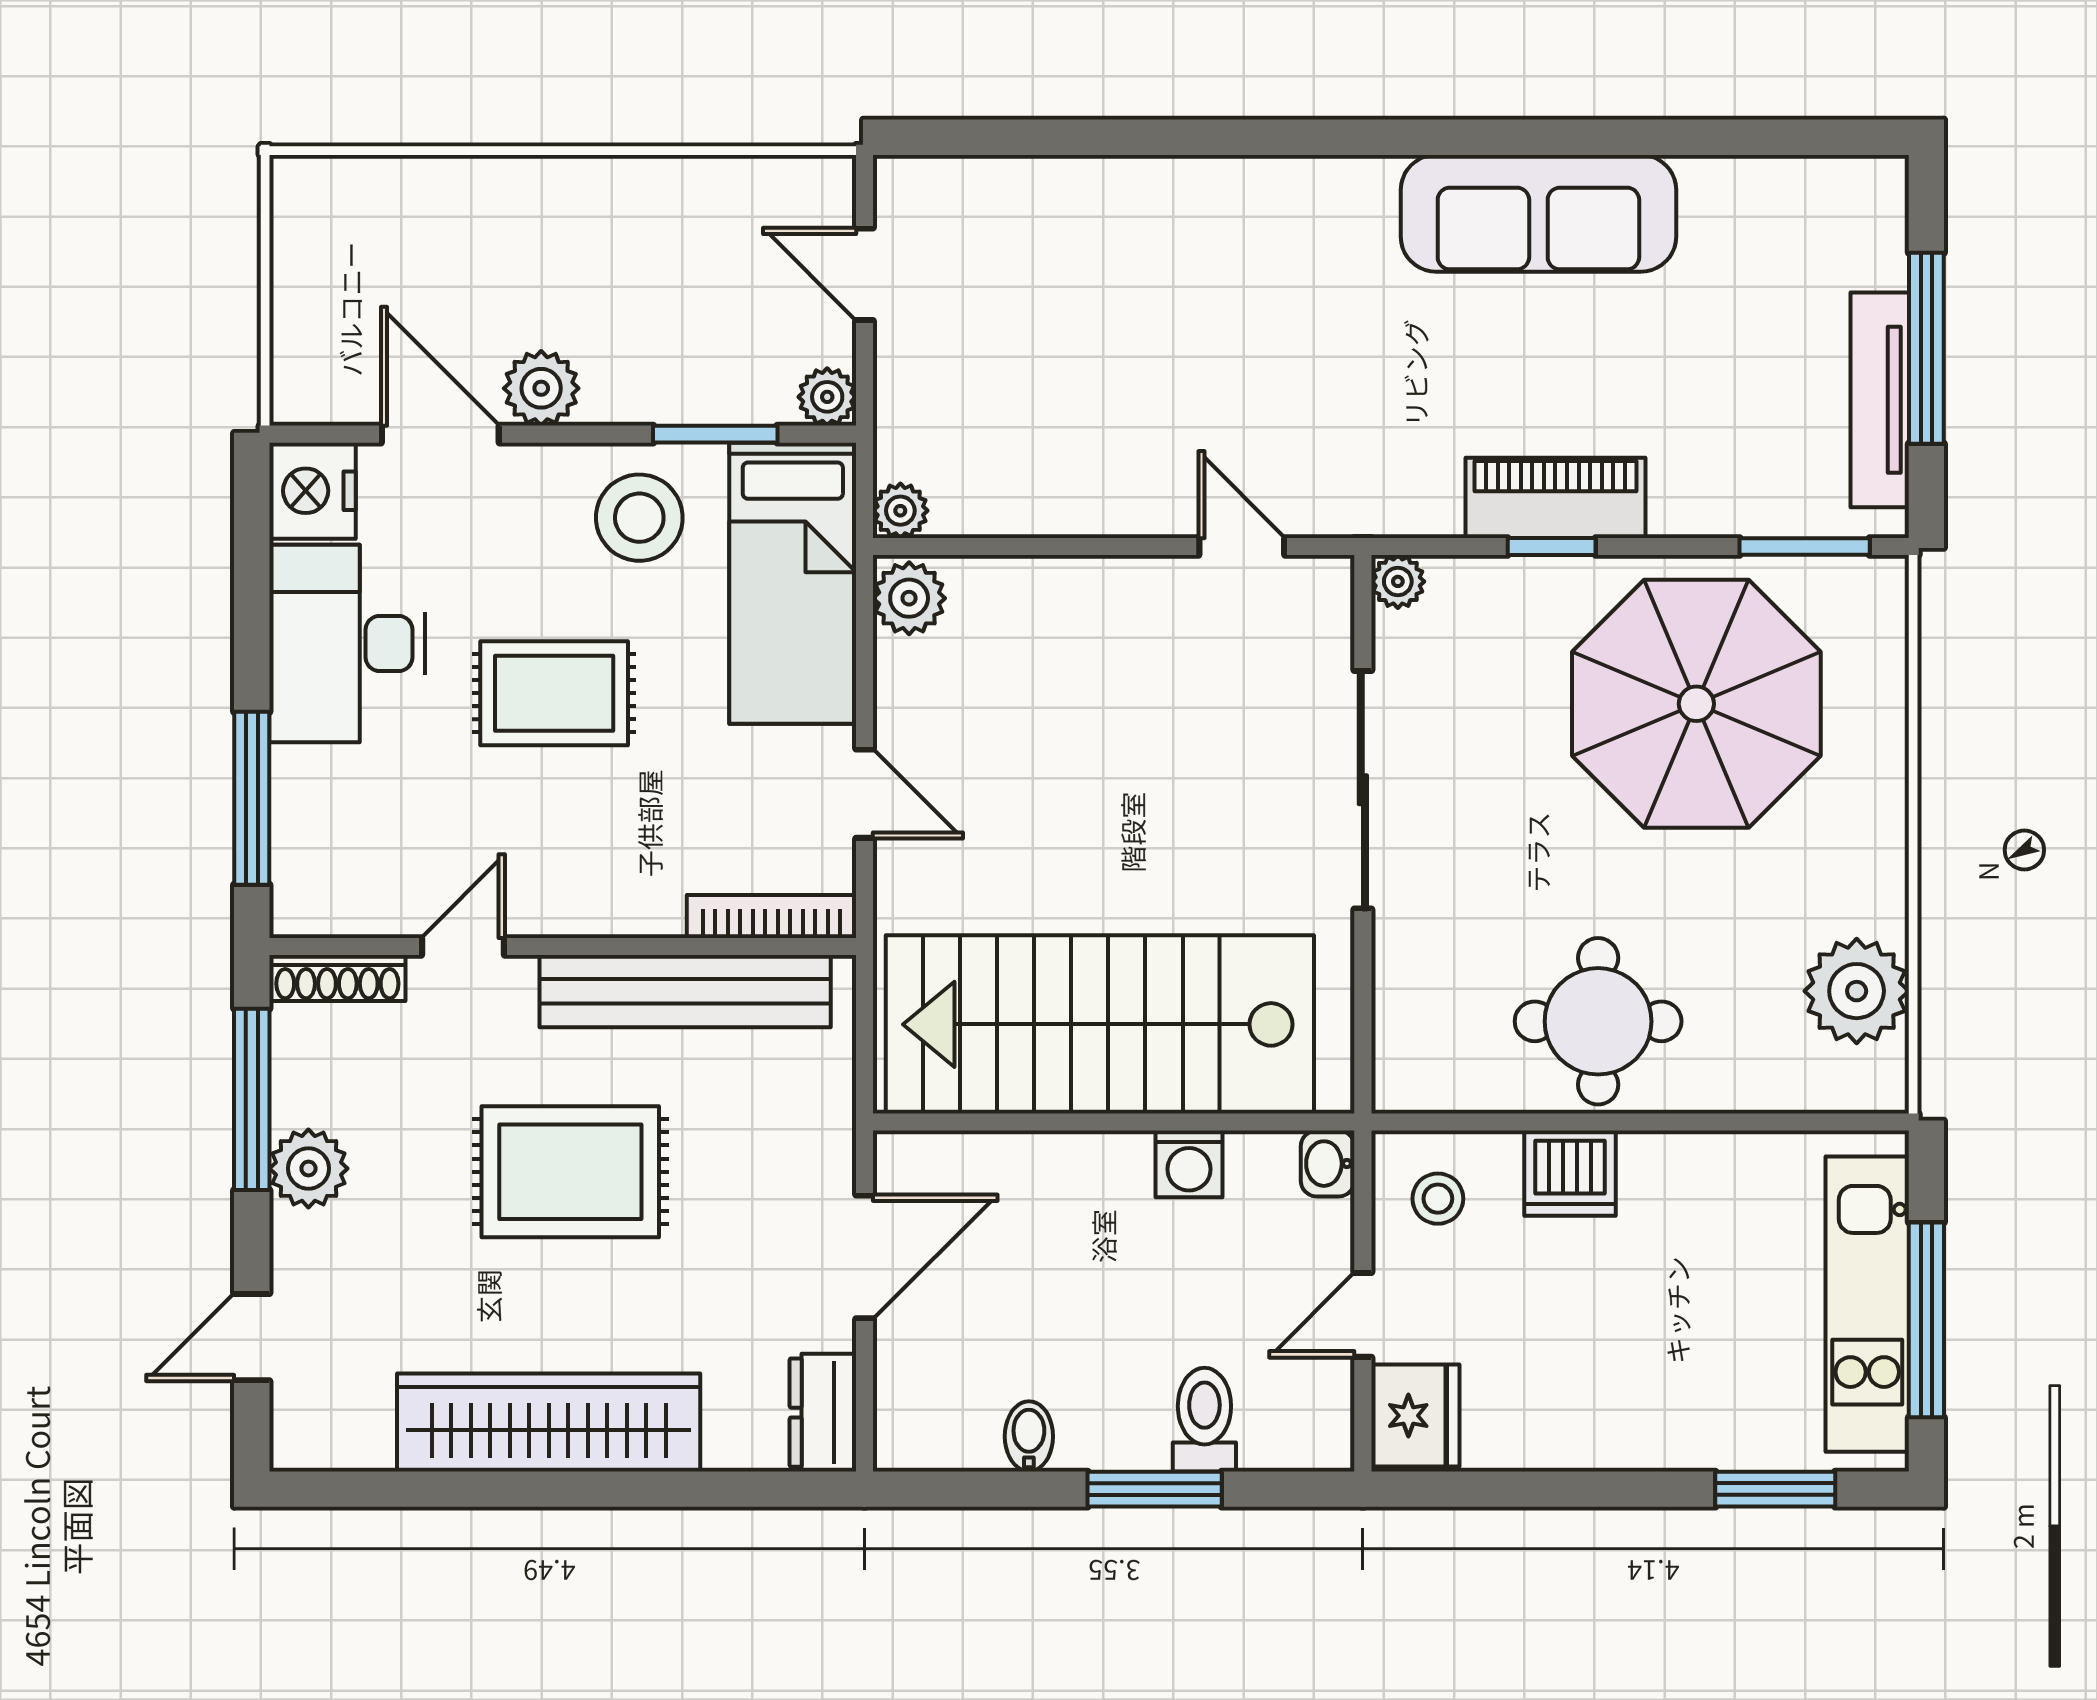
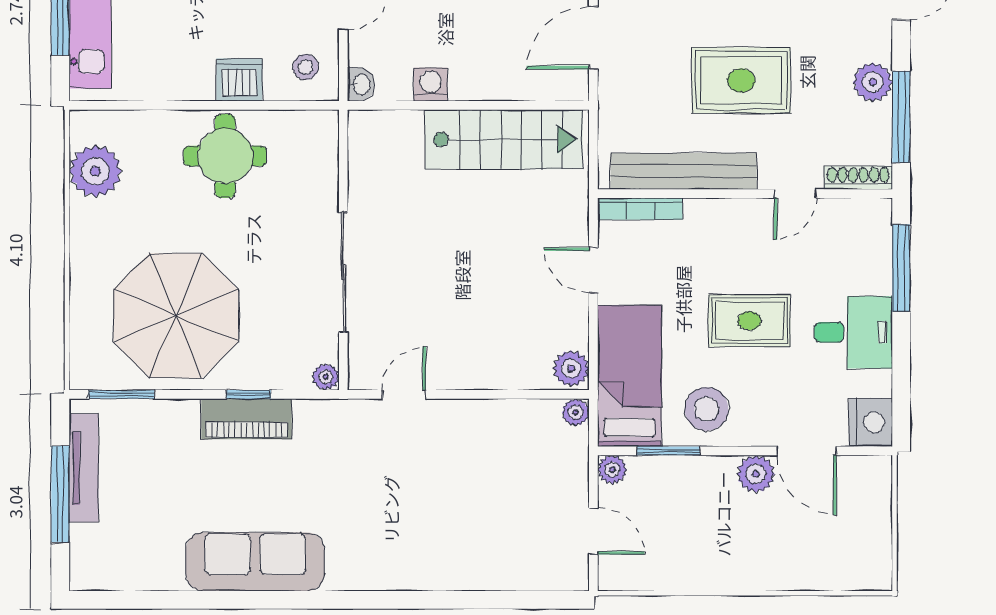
door: (1242, 546) -> (404, 394), swing flipped
desk: (347, 643) -> (853, 332), width x0.73
stairs: (1100, 1024) -> (504, 139), width x0.73, depth x0.66

